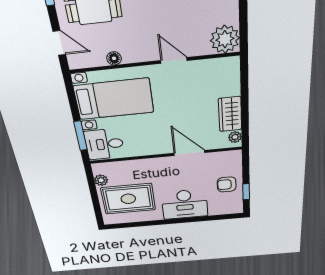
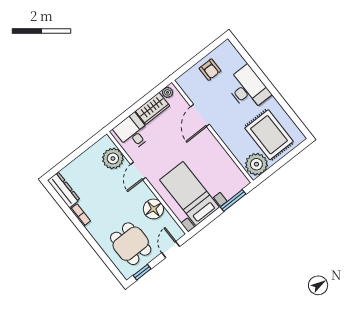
plant: (225, 39) -> (113, 158), moved
floor lamp: (114, 58) -> (153, 209), width x1.89, depth x1.89
desk: (104, 144) -> (133, 132), moved, turned 180
plant: (101, 180) -> (256, 164), width x1.88, depth x1.88
window: (246, 192) -> (207, 50), removed

